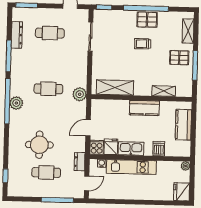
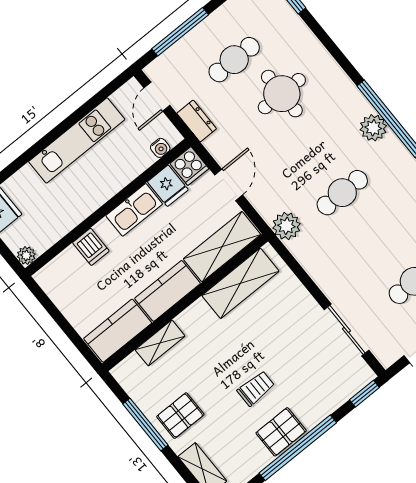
shelving: (110, 107) -> (222, 247), added
kitchen counter: (183, 125) -> (118, 331), moved, turned -90
kitchen unit: (131, 167) -> (77, 141), moved, turned 180

